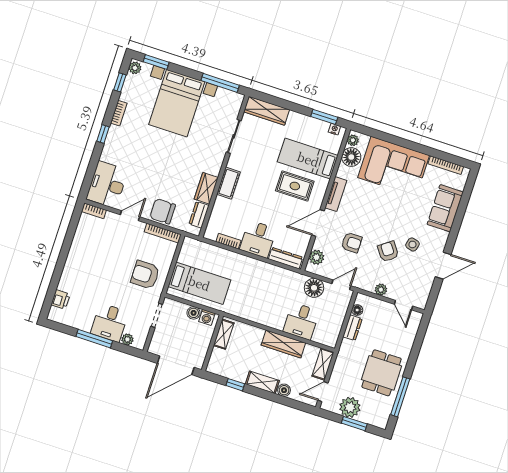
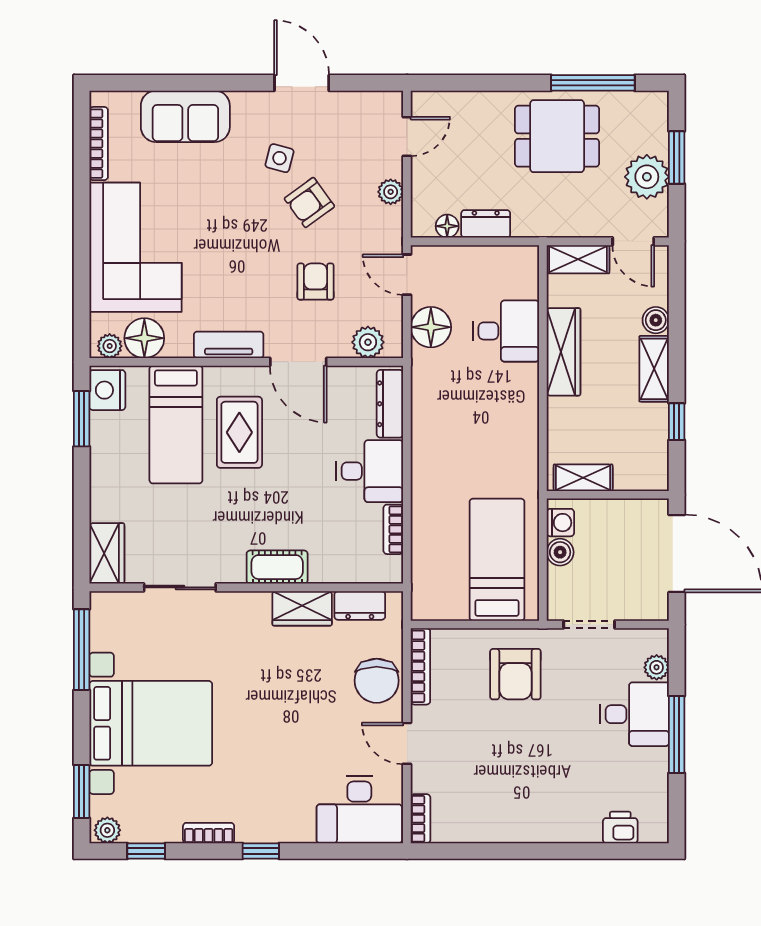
wardrobe: (267, 111) -> (107, 553), width x0.67
nightstand: (334, 129) -> (107, 390), width x1.89, depth x1.79

